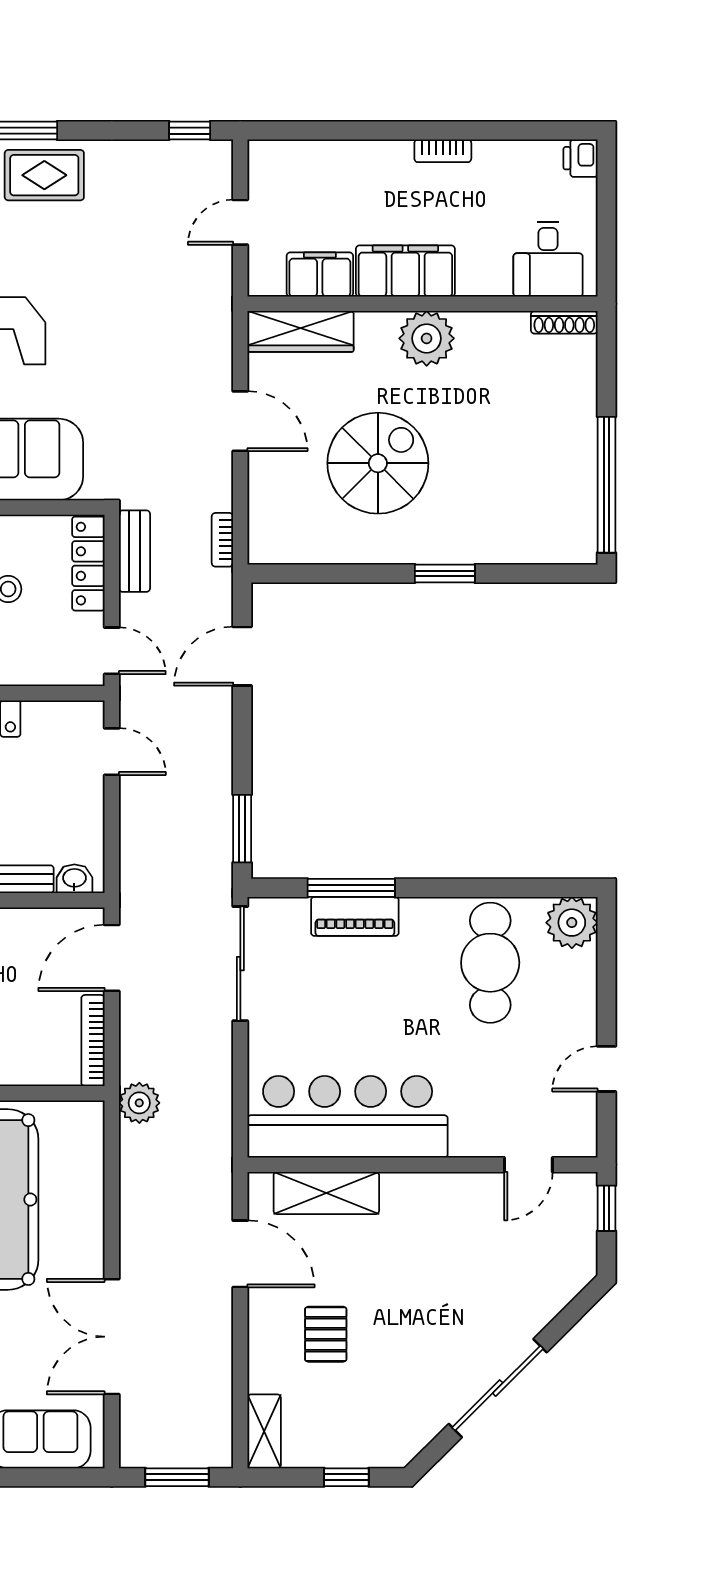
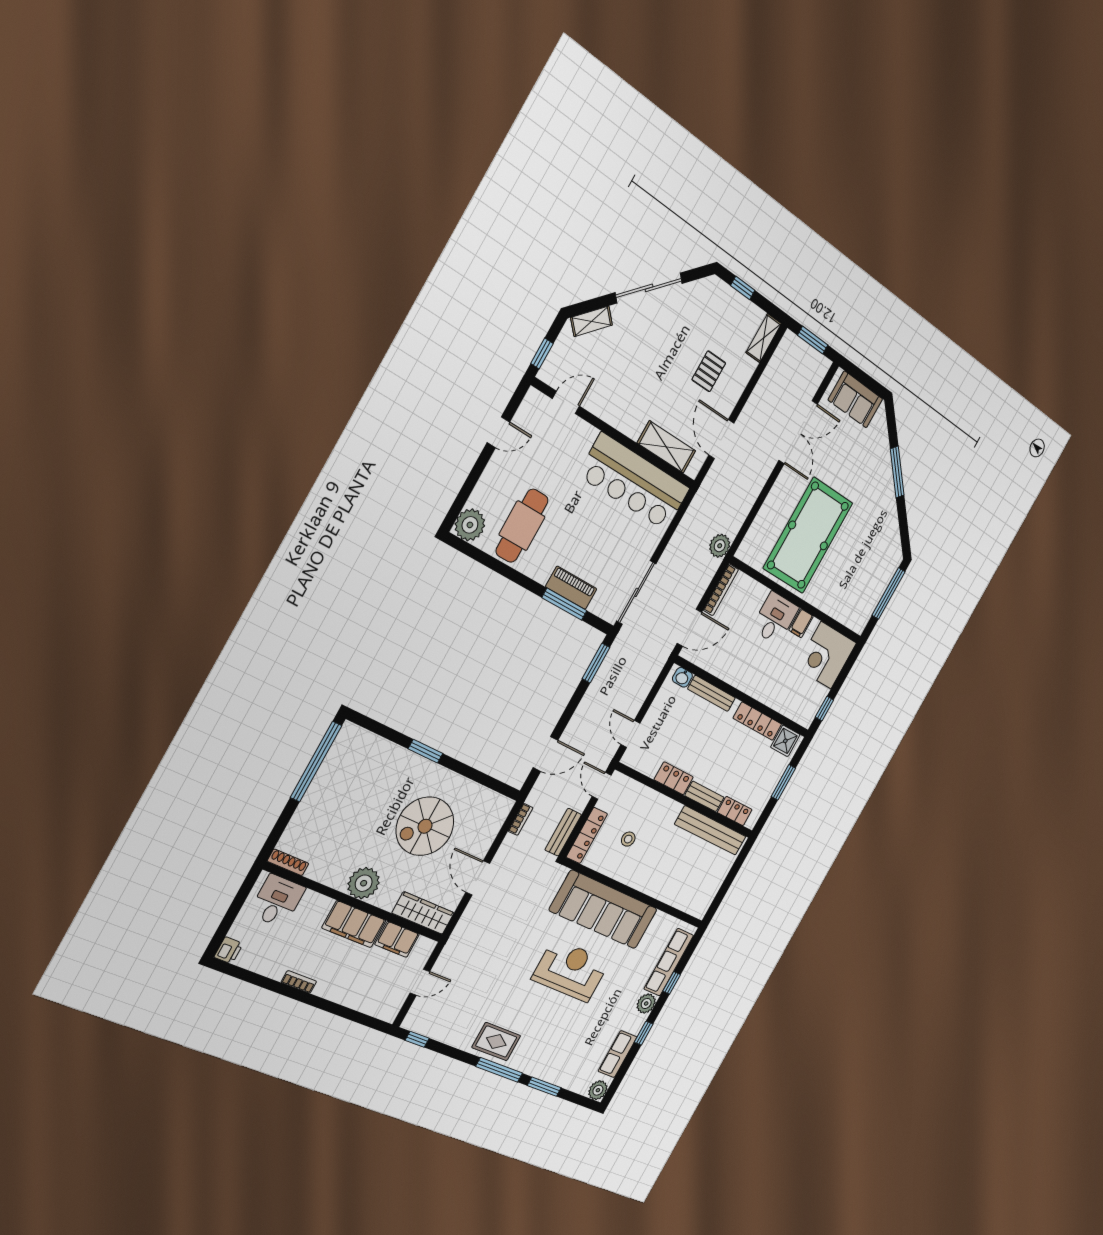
shelving: (558, 1293) -> (591, 321), added

